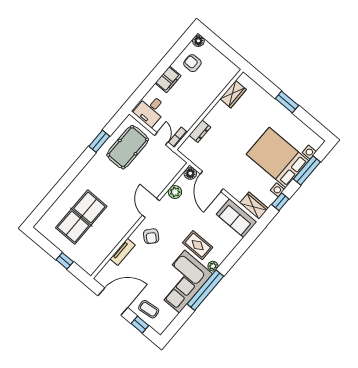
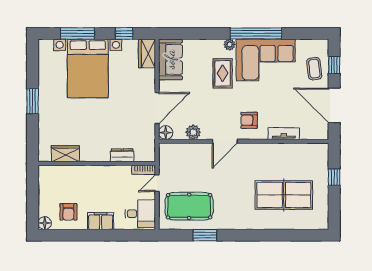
armchair: (151, 236) -> (249, 120), turned -132

